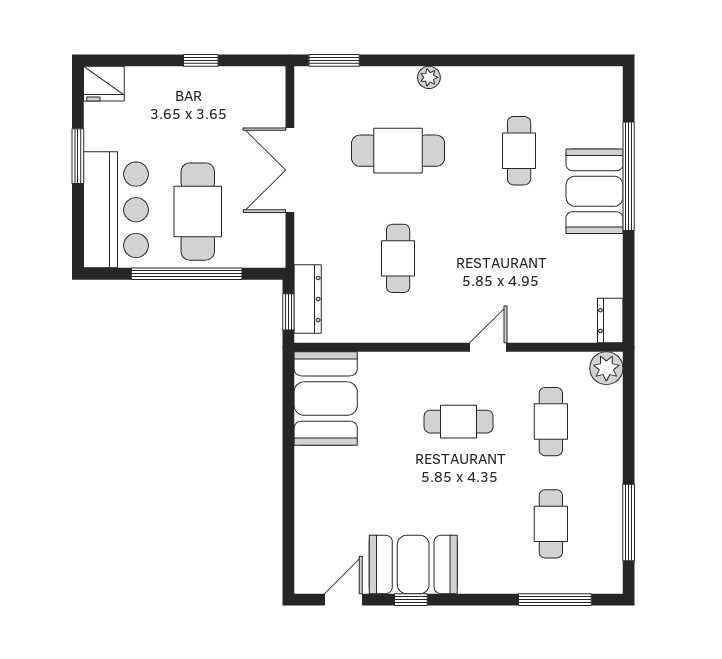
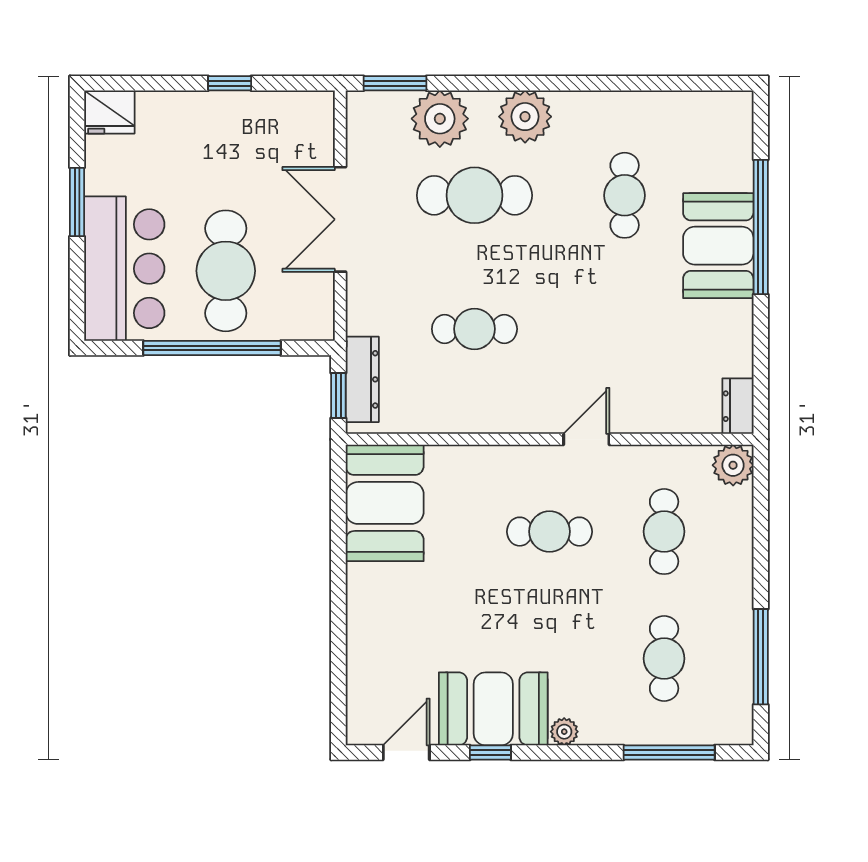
plant: (429, 77) -> (525, 117), width x1.87, depth x1.87
plant: (370, 89) -> (440, 119), added
cafe table: (398, 258) -> (474, 329), turned 90
plant: (470, 583) -> (564, 732), added

